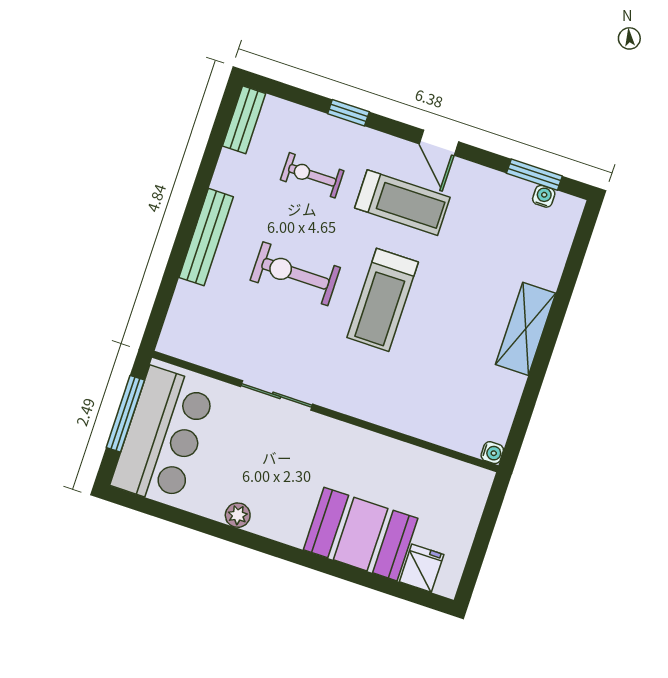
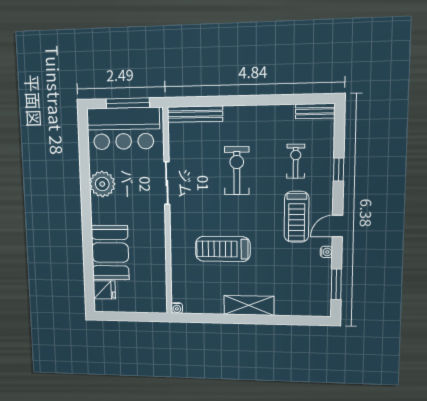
water cooler: (544, 196) -> (326, 252), moved
bench: (206, 237) -> (195, 114), moved
treadmill: (383, 300) -> (223, 249), moved
plant: (238, 515) -> (102, 184), width x1.87, depth x1.87

